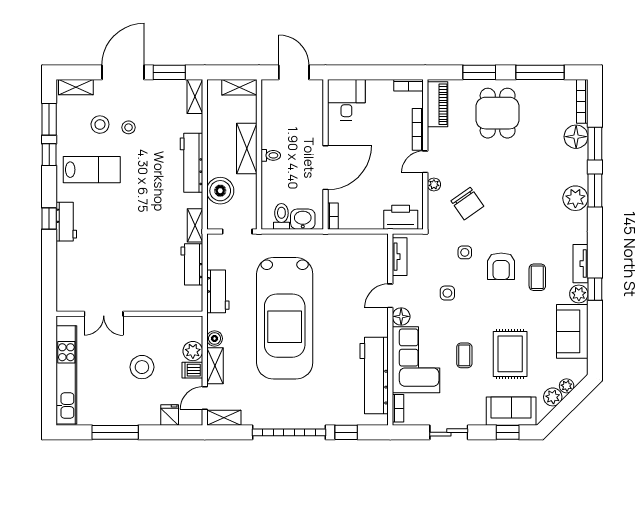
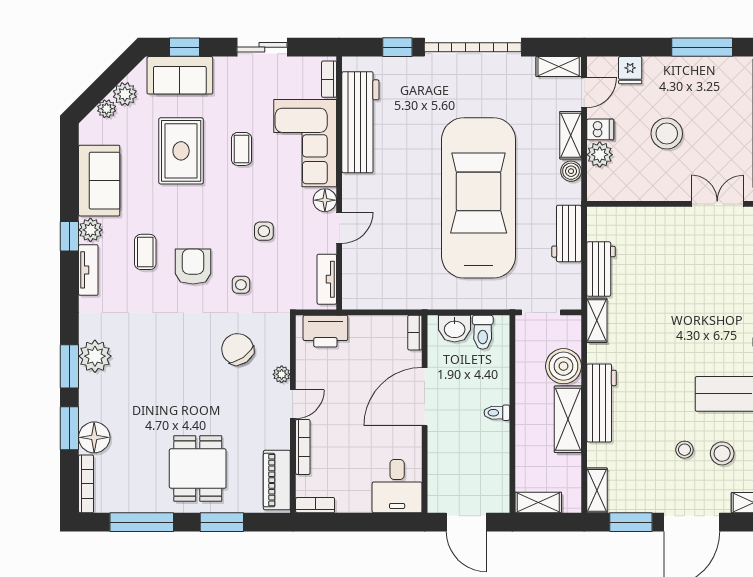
shelving: (247, 148) -> (568, 419), moved

